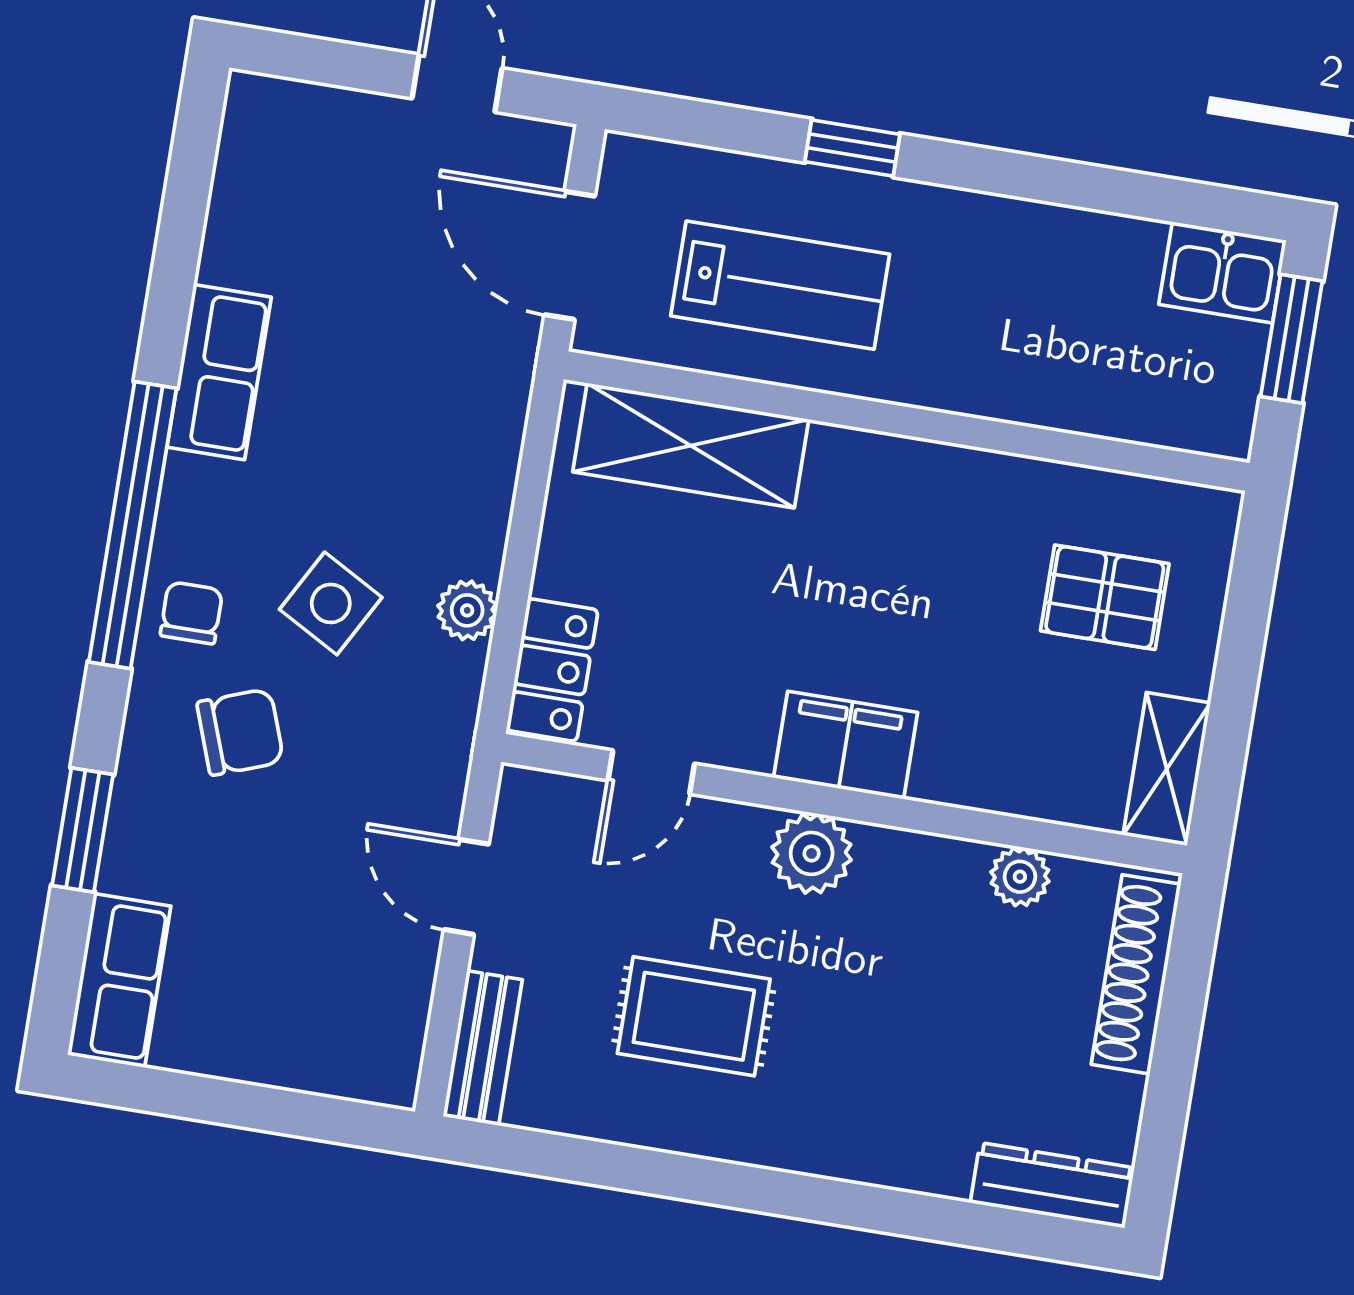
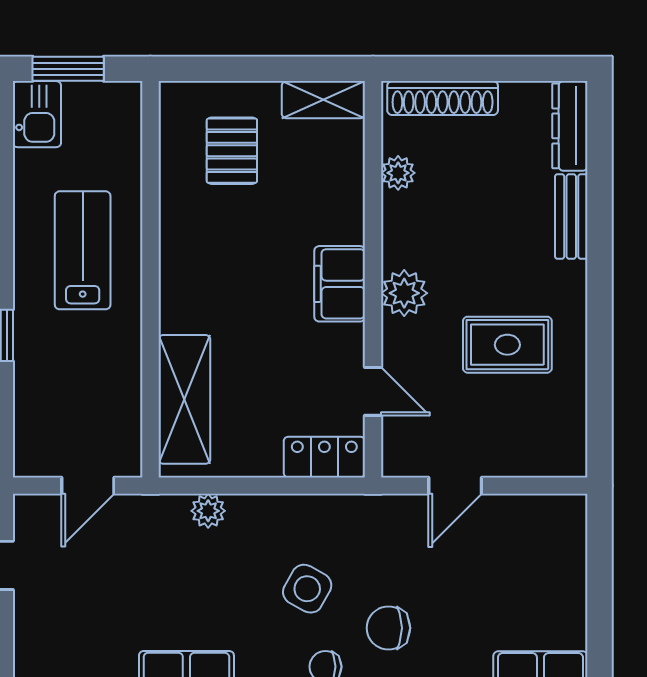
door: (570, 255) -> (88, 486), width x0.73
lab bench: (780, 285) -> (83, 250), moved
plant: (467, 610) -> (208, 511), moved
chair: (240, 732) -> (388, 628), turned -70
rug: (694, 1016) -> (507, 345), turned 90
bench: (483, 1048) -> (571, 216), moved, turned 90

